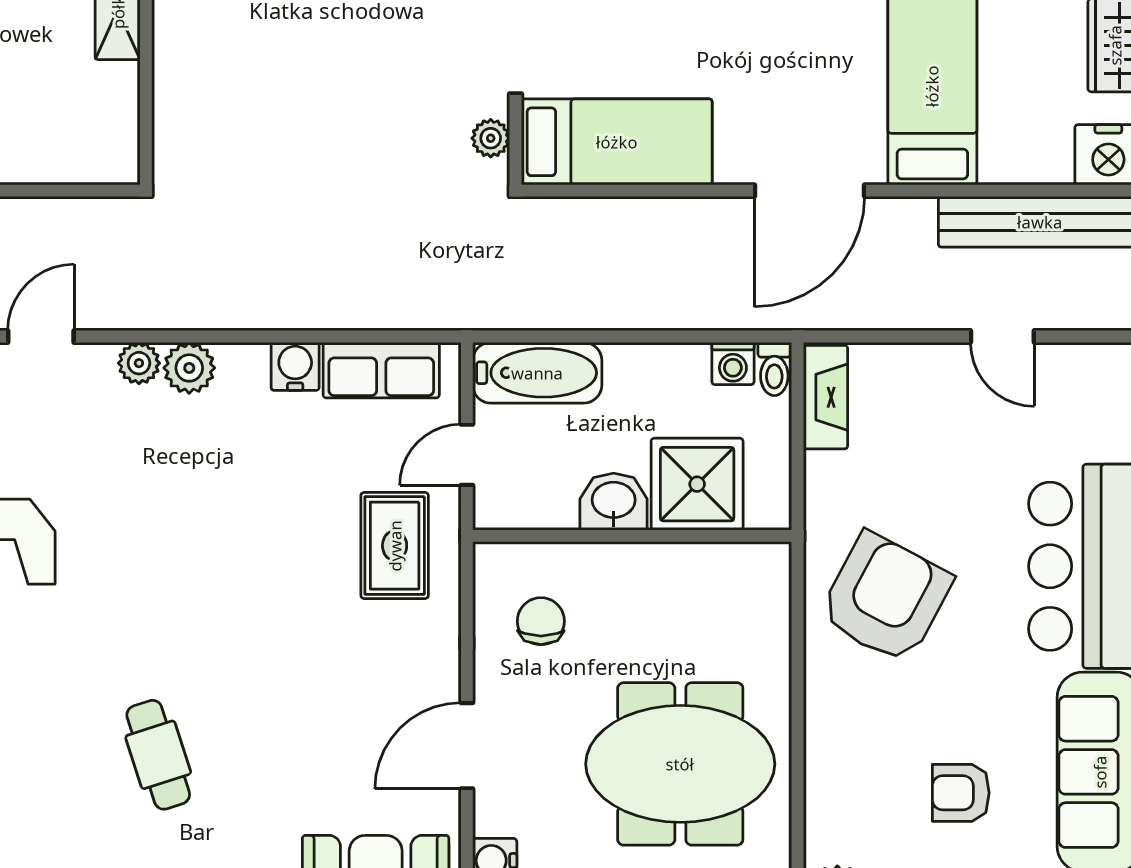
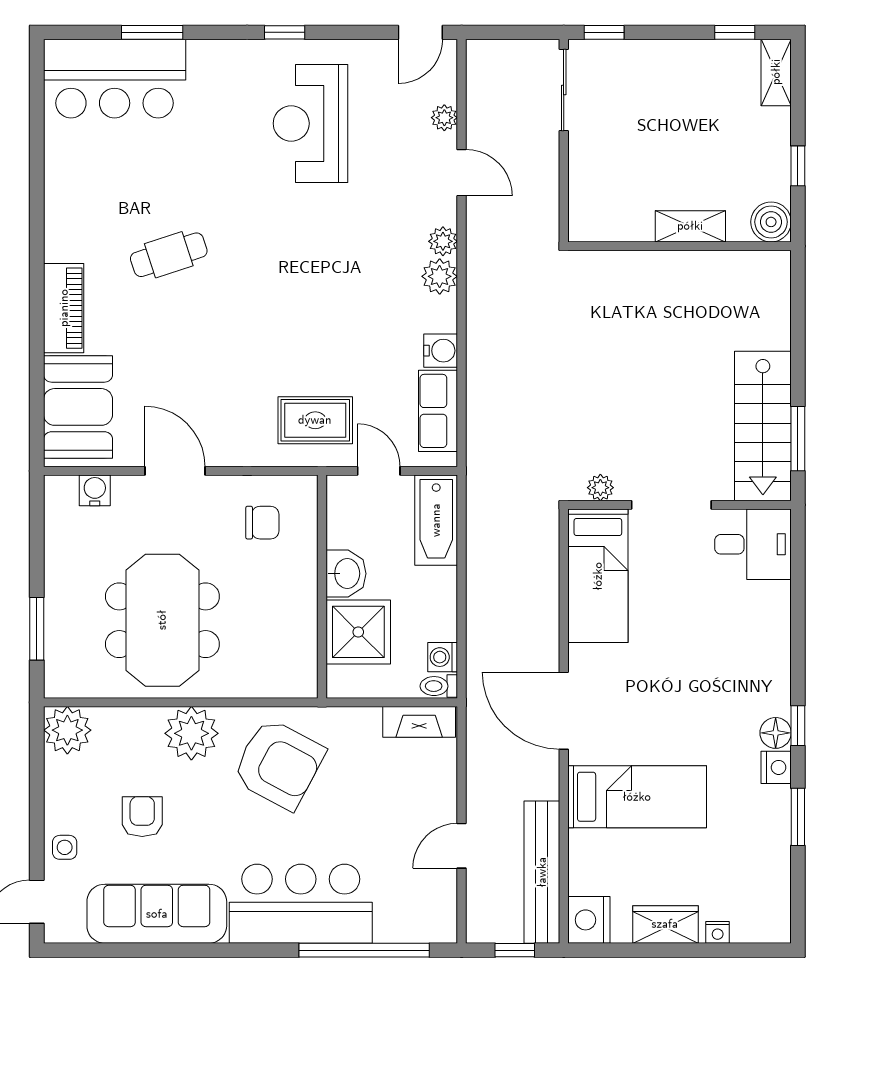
plant: (842, 722) -> (191, 733), added

